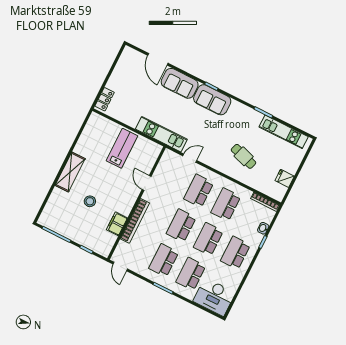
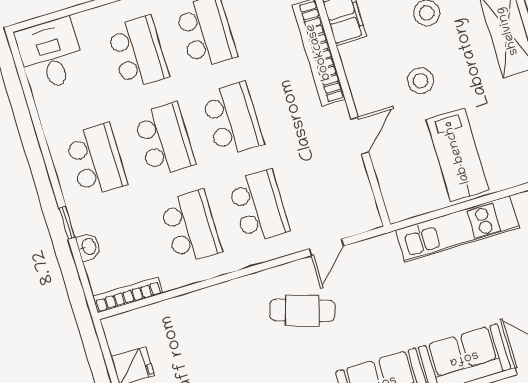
kitchen unit: (161, 134) -> (457, 229), moved
cafe table: (244, 156) -> (302, 311), moved
stool: (112, 182) -> (421, 81), added
door: (147, 183) -> (360, 136), hinge flipped
desk: (214, 297) -> (50, 54), width x0.73

